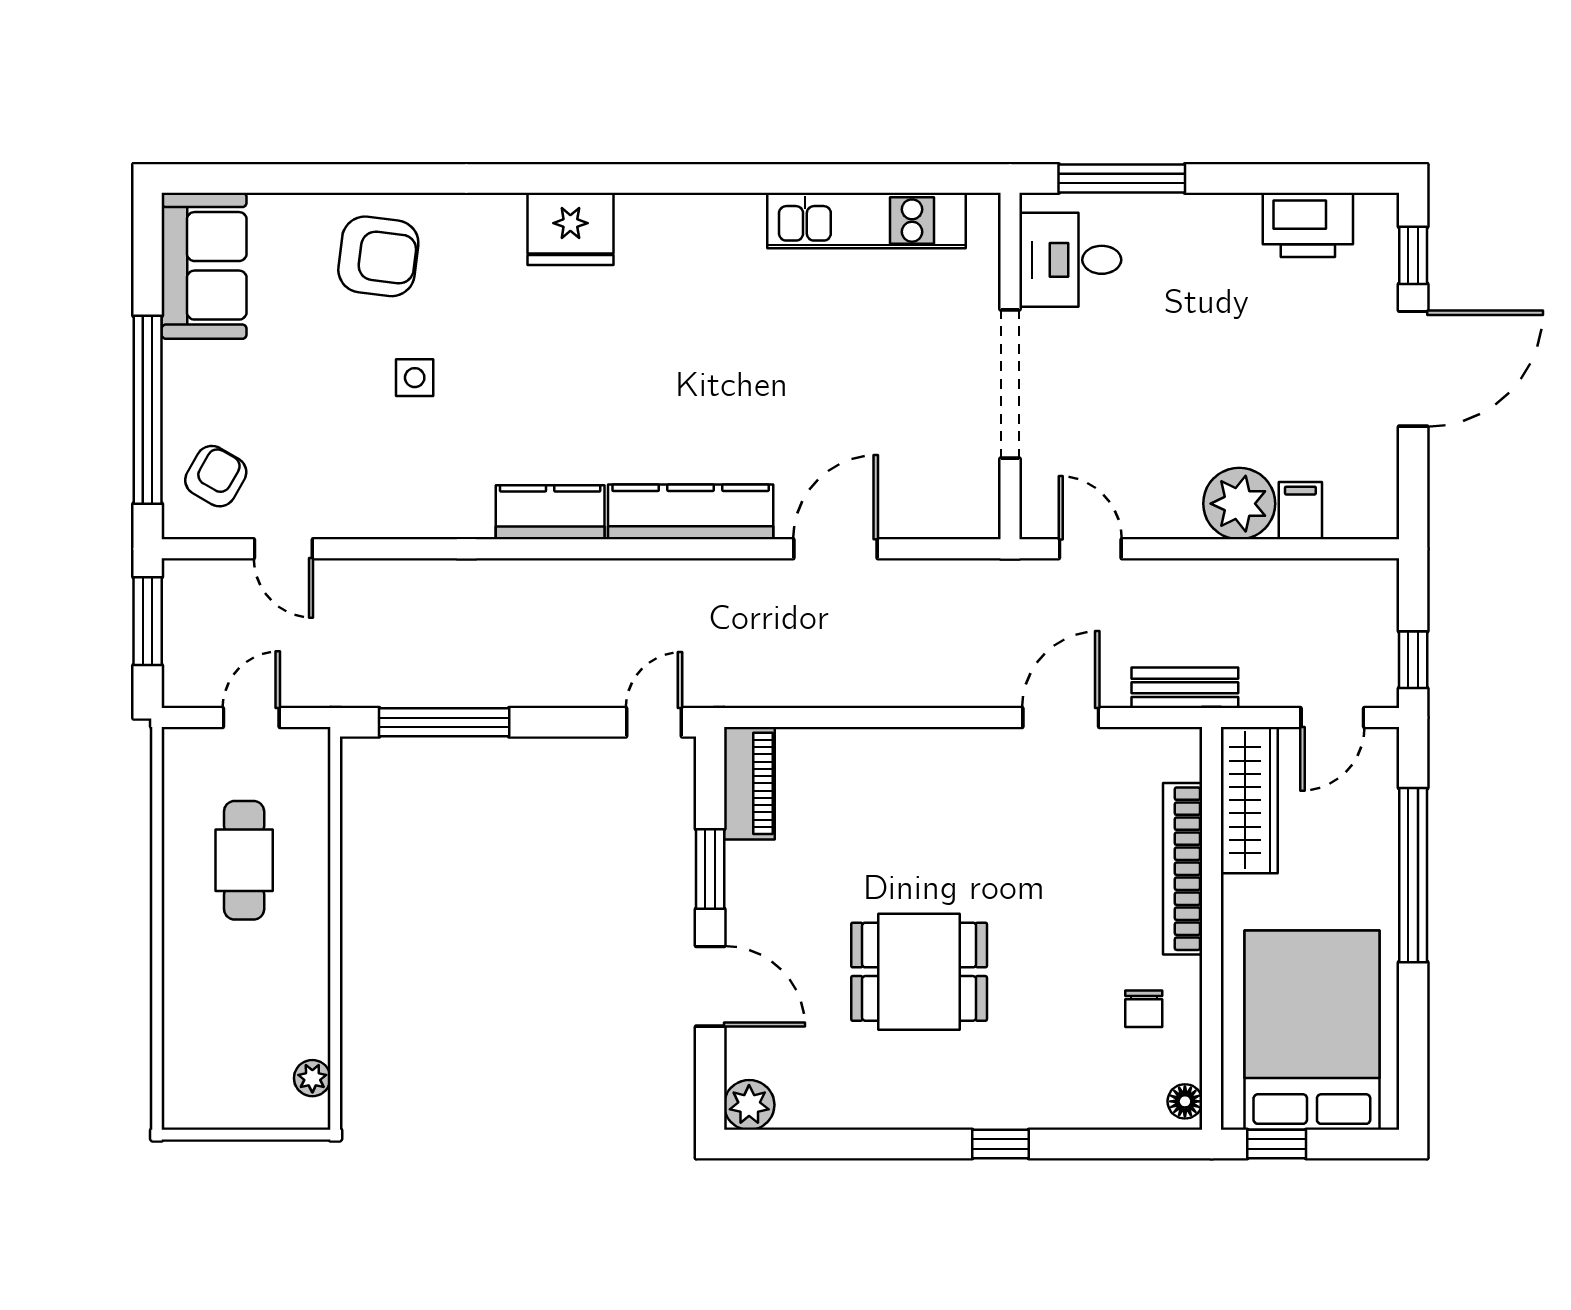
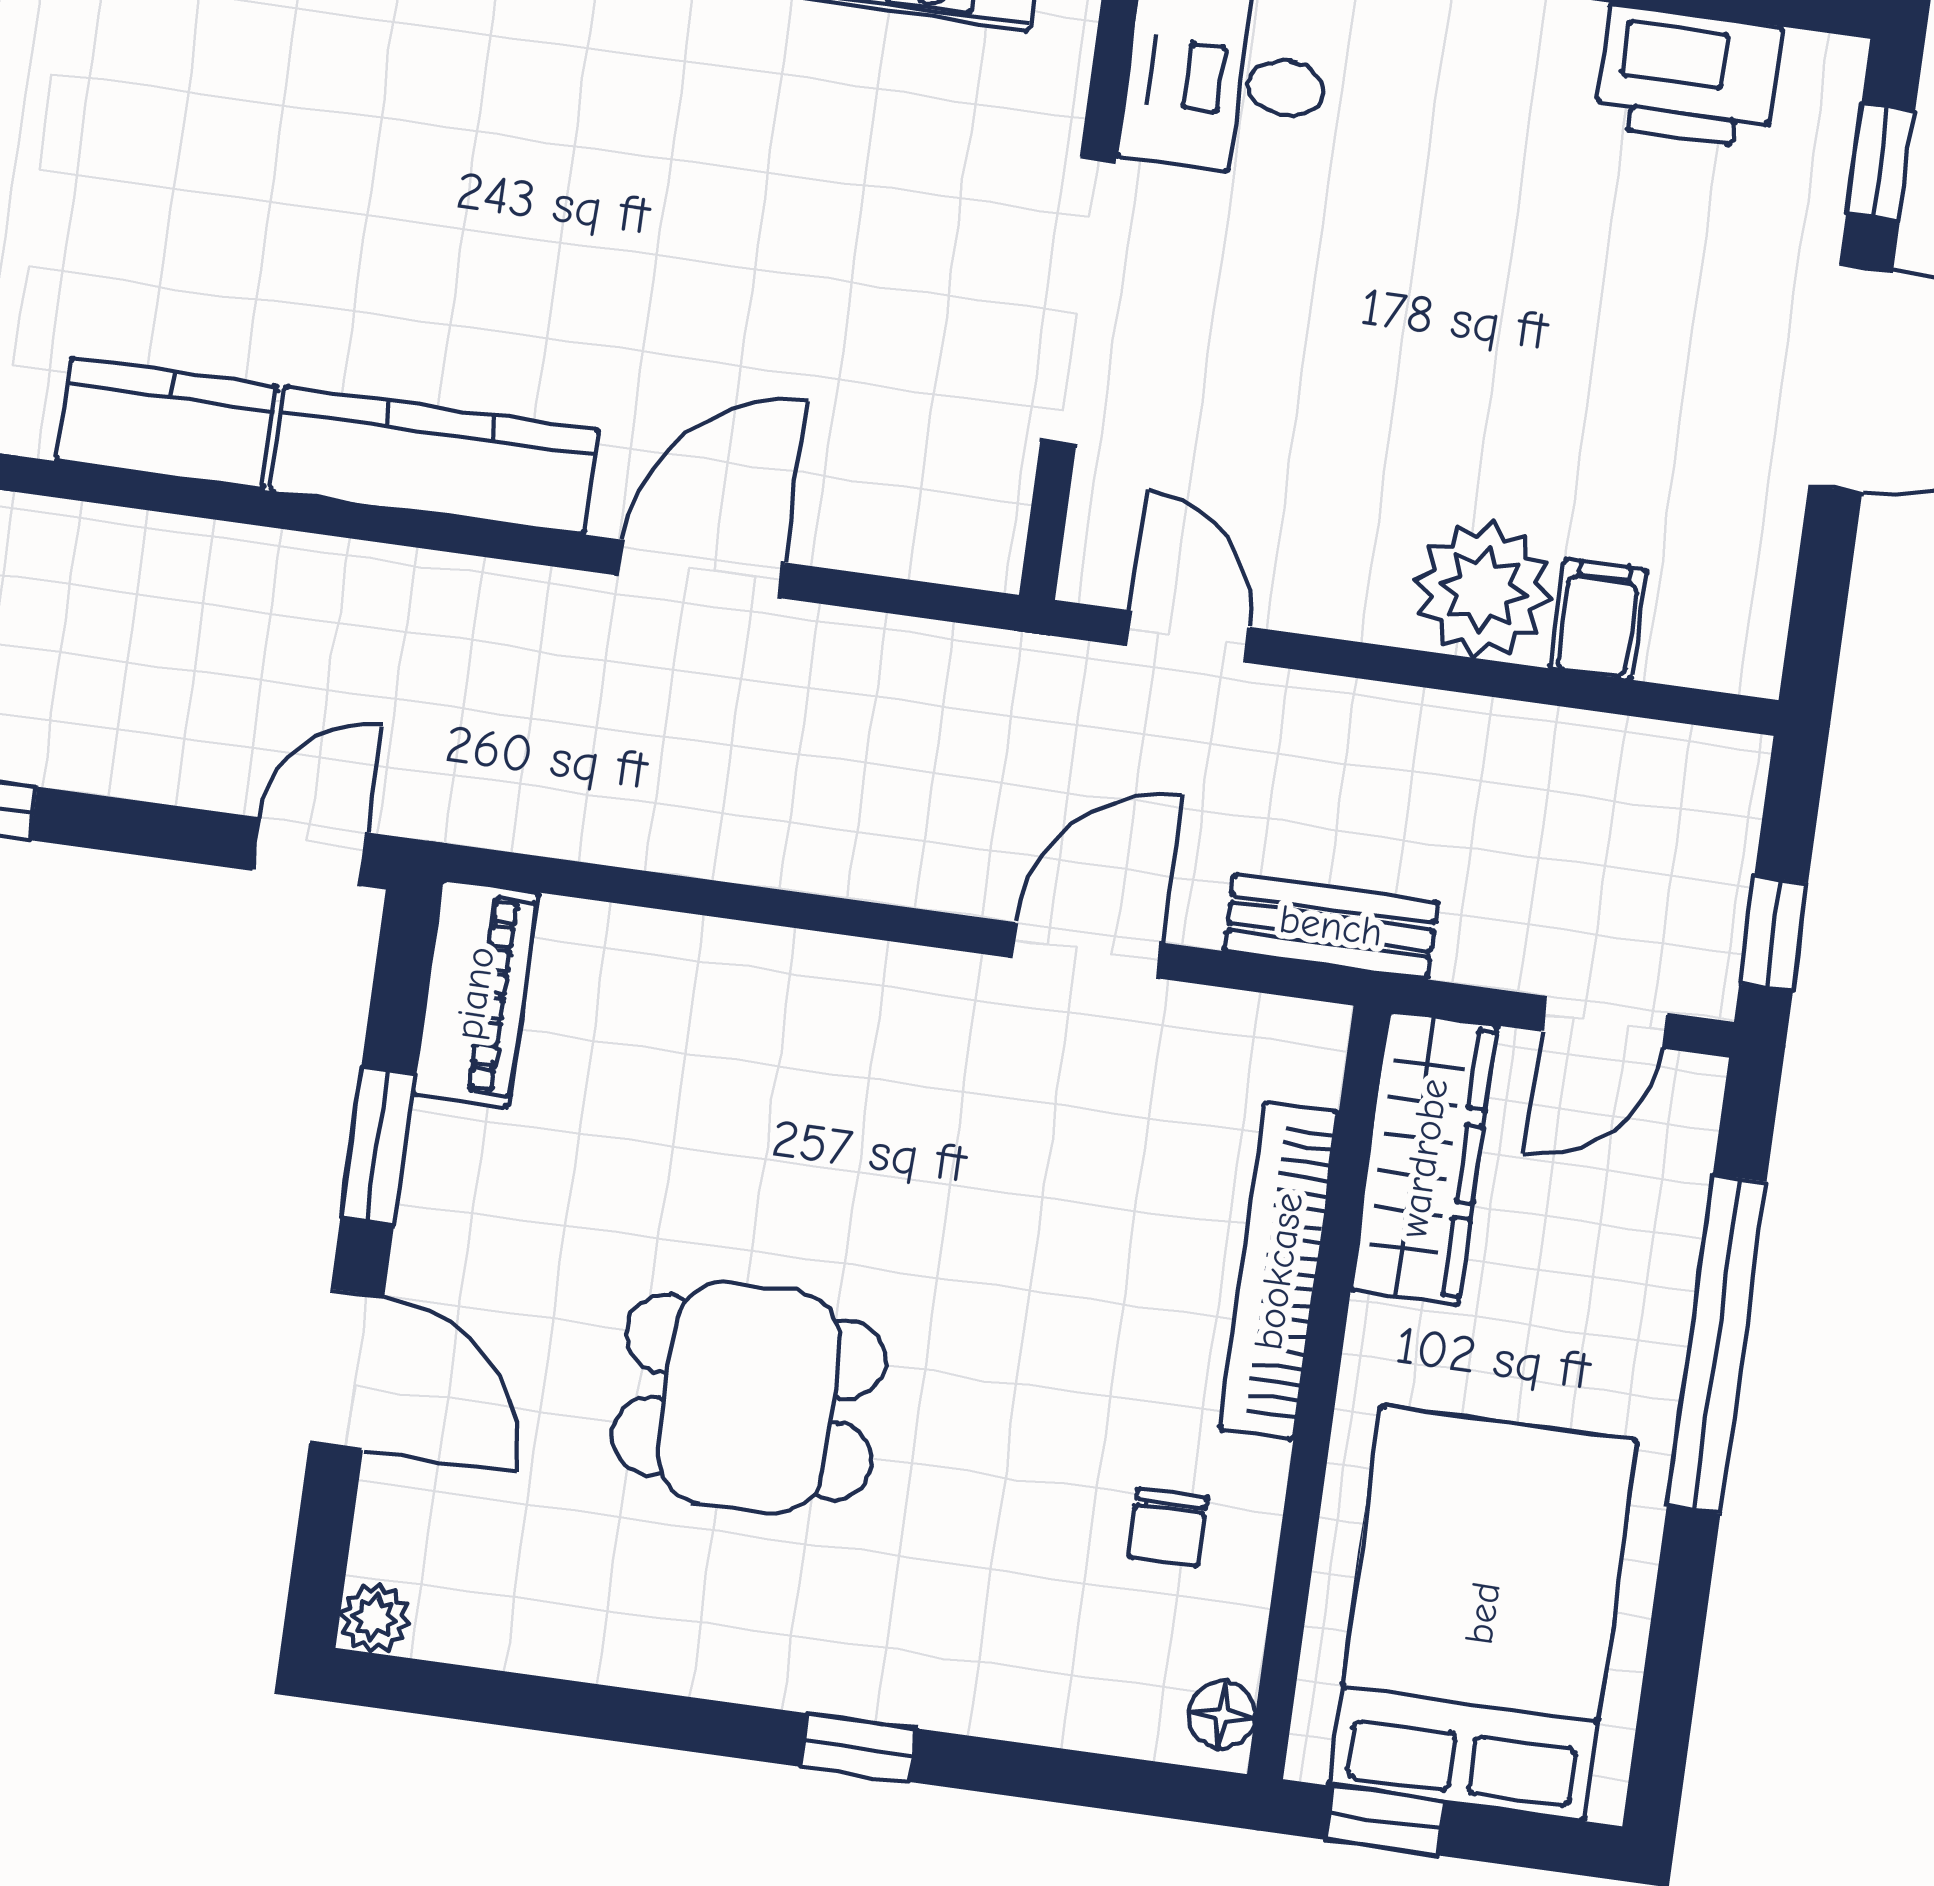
plant: (749, 1105) -> (375, 1618), width x0.73, depth x0.73

